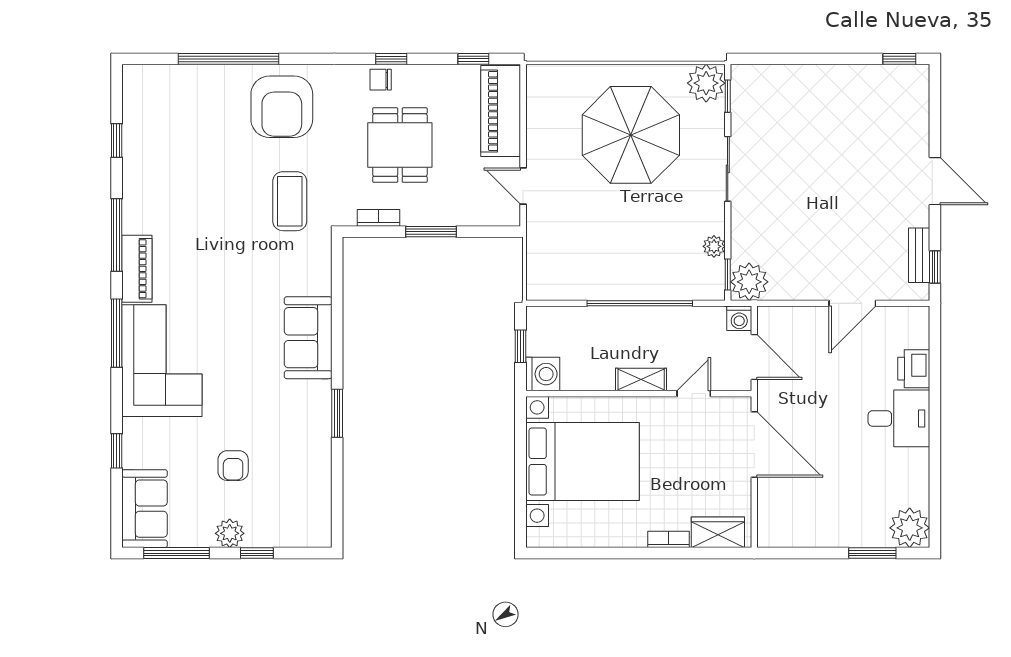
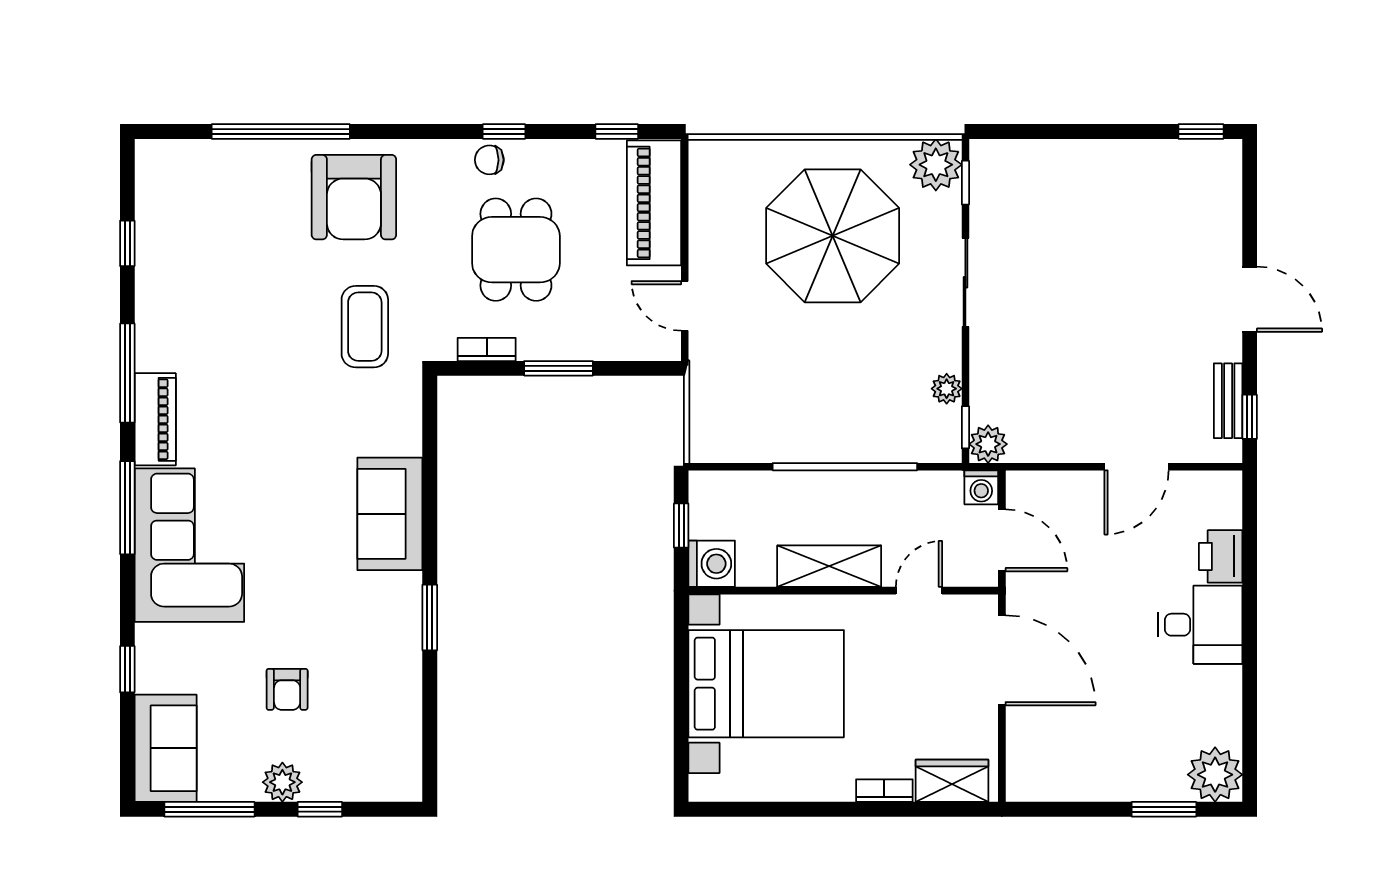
plant: (749, 282) -> (988, 444), width x0.73, depth x0.73
shelving: (641, 380) -> (829, 566), width x1.50, depth x1.33

